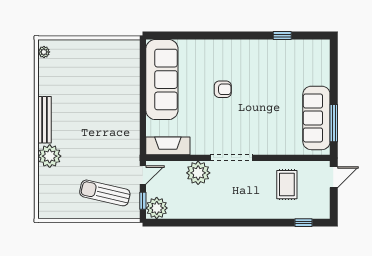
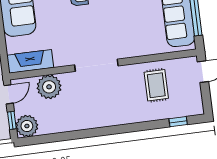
plant: (198, 173) -> (49, 87), moved

